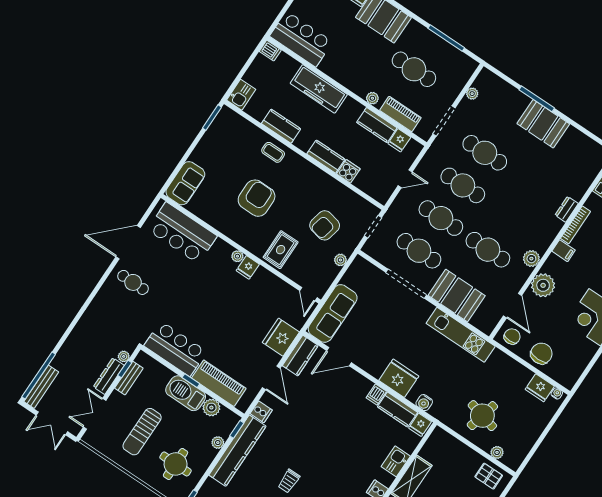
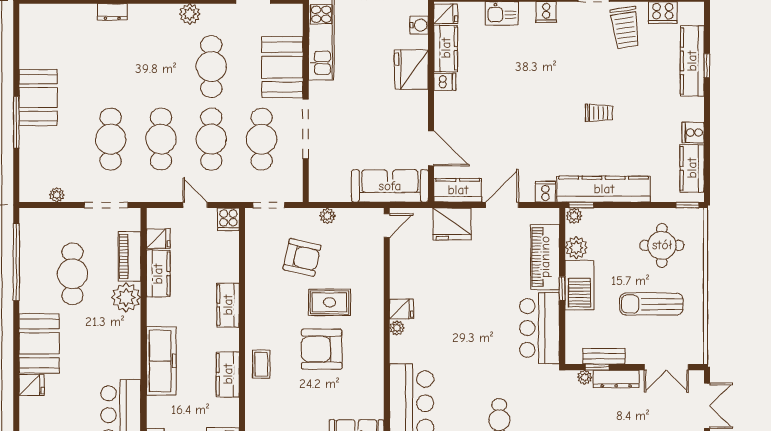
window: (446, 38) -> (16, 262), width x1.46
plant: (372, 98) -> (126, 297), width x1.87, depth x1.87
cooker: (348, 171) -> (228, 219), moved, turned -90
rug: (281, 250) -> (329, 302), moved
sun lounger: (142, 432) -> (651, 304), turned 180
plant: (218, 443) -> (574, 216), moved

